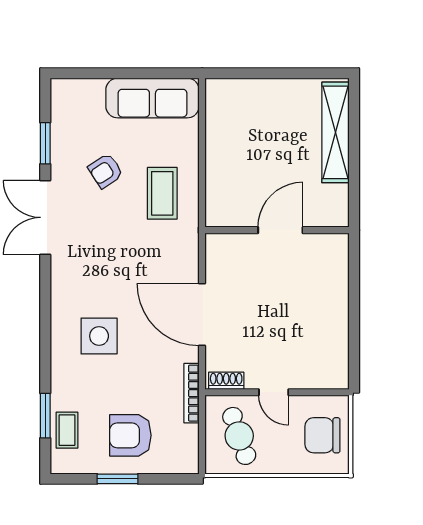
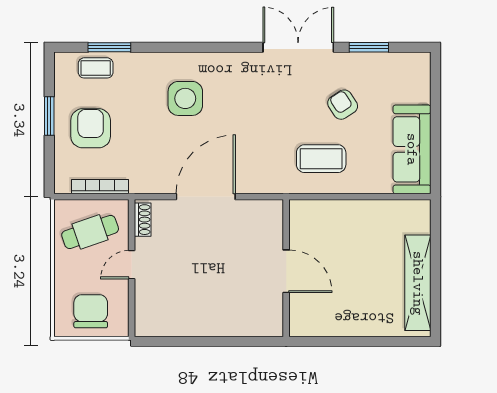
shelving: (335, 132) -> (418, 283), moved, turned 90
bookcase: (192, 393) -> (100, 187), moved

